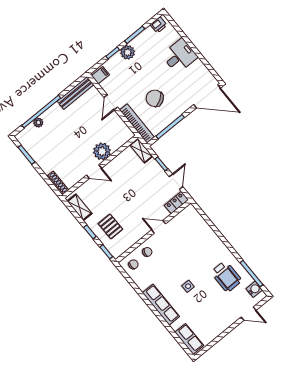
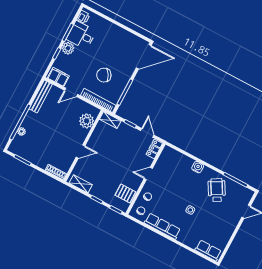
desk: (180, 56) -> (81, 35), moved, turned -90
filing cabinet: (100, 75) -> (58, 77), width x2.00
door: (111, 102) -> (71, 92), hinge flipped
plant: (102, 151) -> (87, 121), moved
pallet: (110, 226) -> (125, 193), moved
wheelchair: (226, 276) -> (217, 190), turned -120
water cooler: (254, 289) -> (198, 167), moved
row of seats: (161, 305) -> (162, 226), moved

